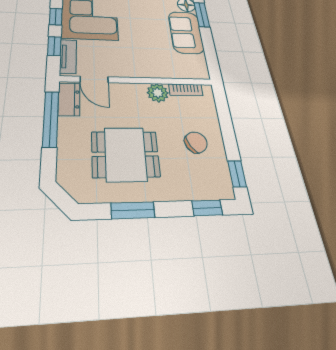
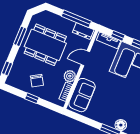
sofa: (186, 32) -> (82, 95), moved, turned 90
door: (94, 80) -> (85, 58), moved
dining table: (125, 154) -> (45, 45), width x1.38
window: (237, 174) -> (32, 98), moved

